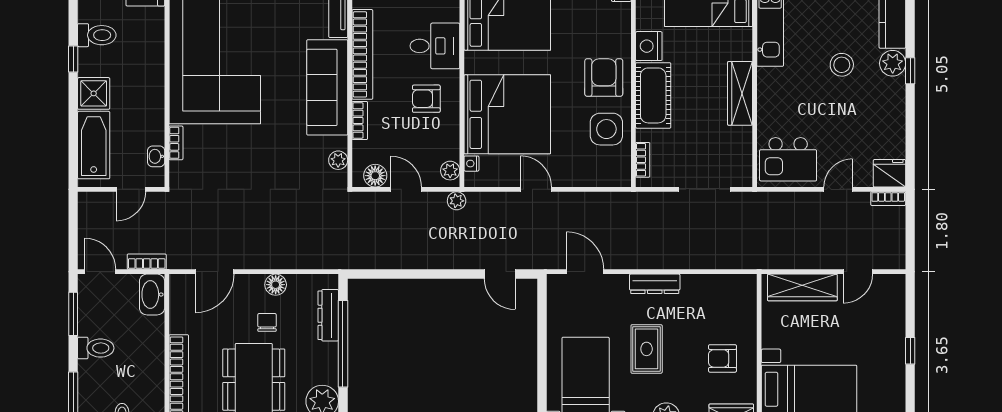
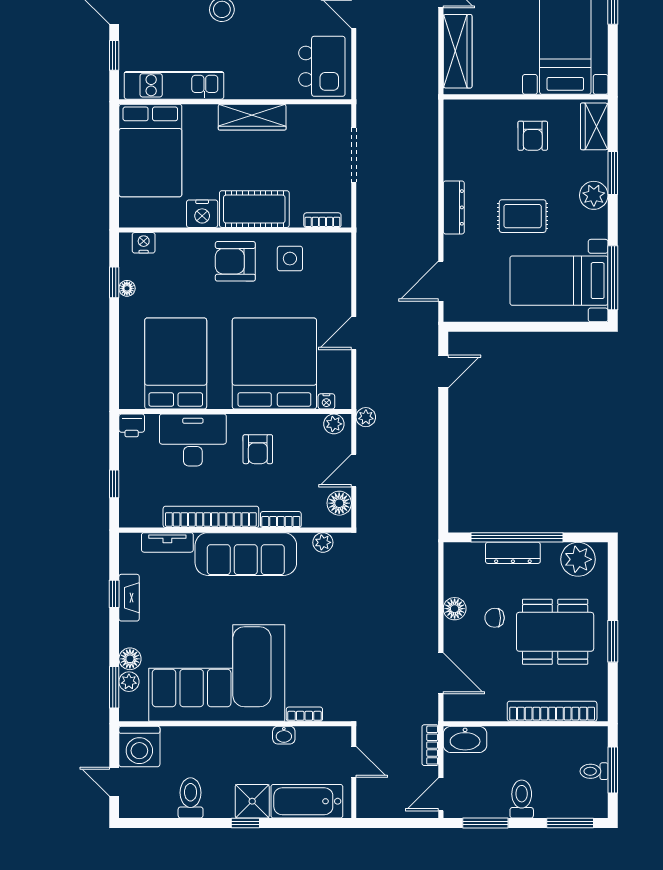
desk: (435, 46) -> (193, 440), width x1.37
window: (73, 59) -> (245, 823), moved
side table: (606, 129) -> (290, 259), width x0.73, depth x0.73
washbasin: (156, 156) -> (284, 735), moved
dresser: (328, 315) -> (513, 553), moved

